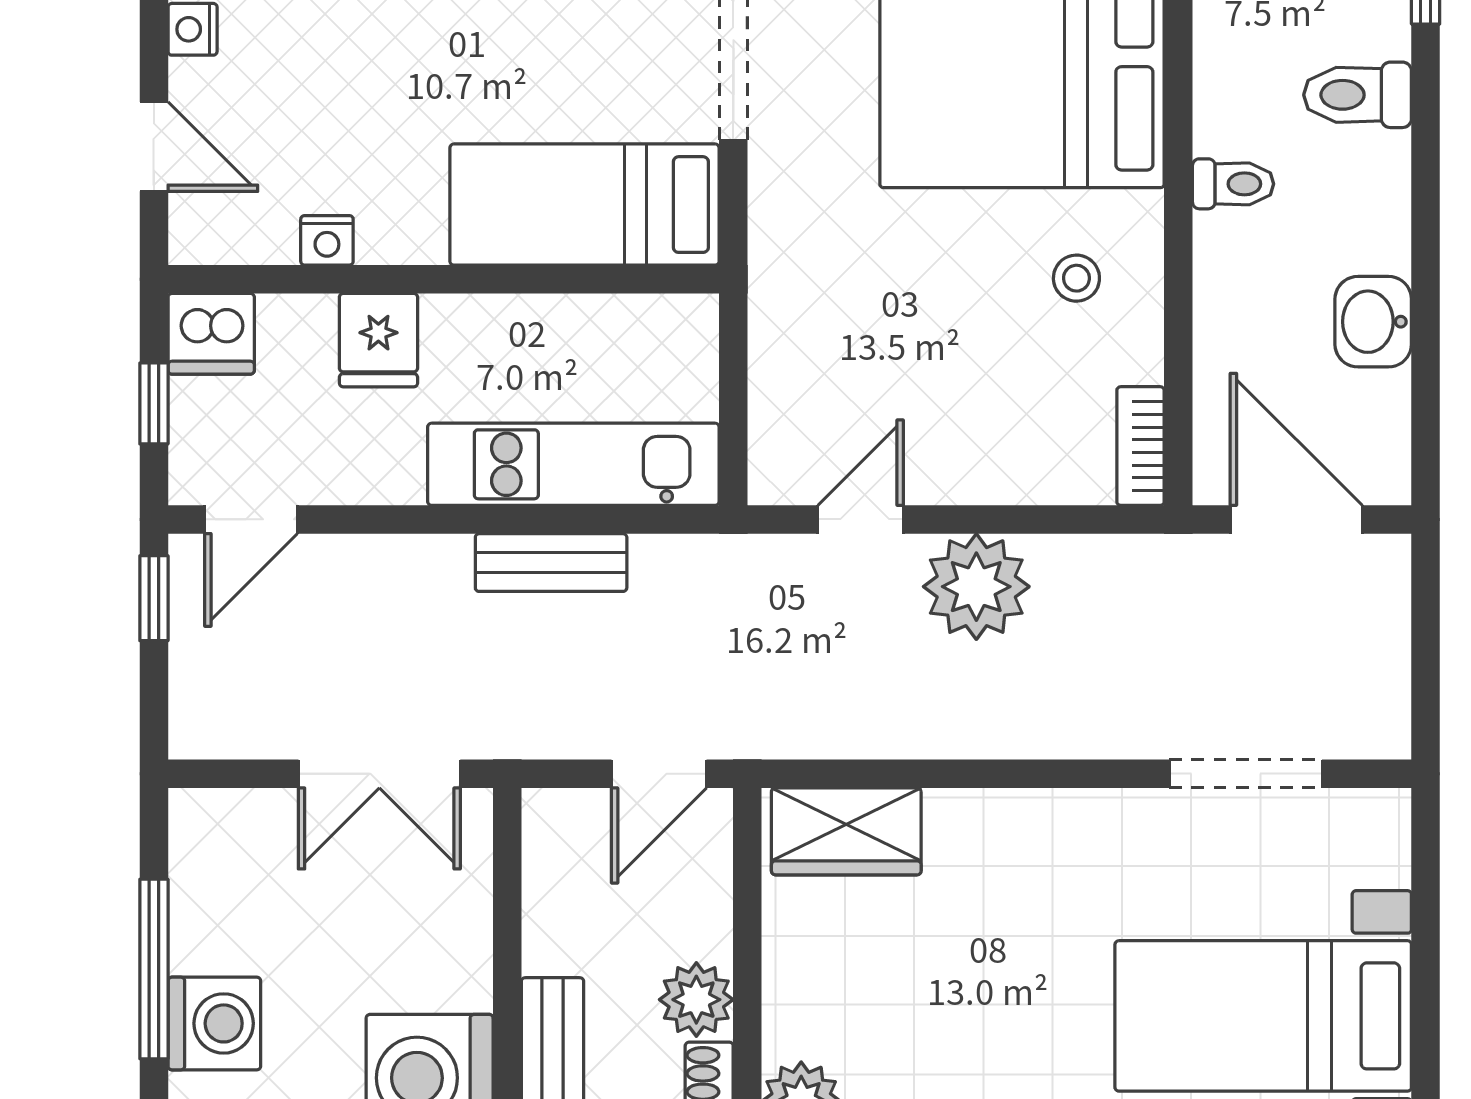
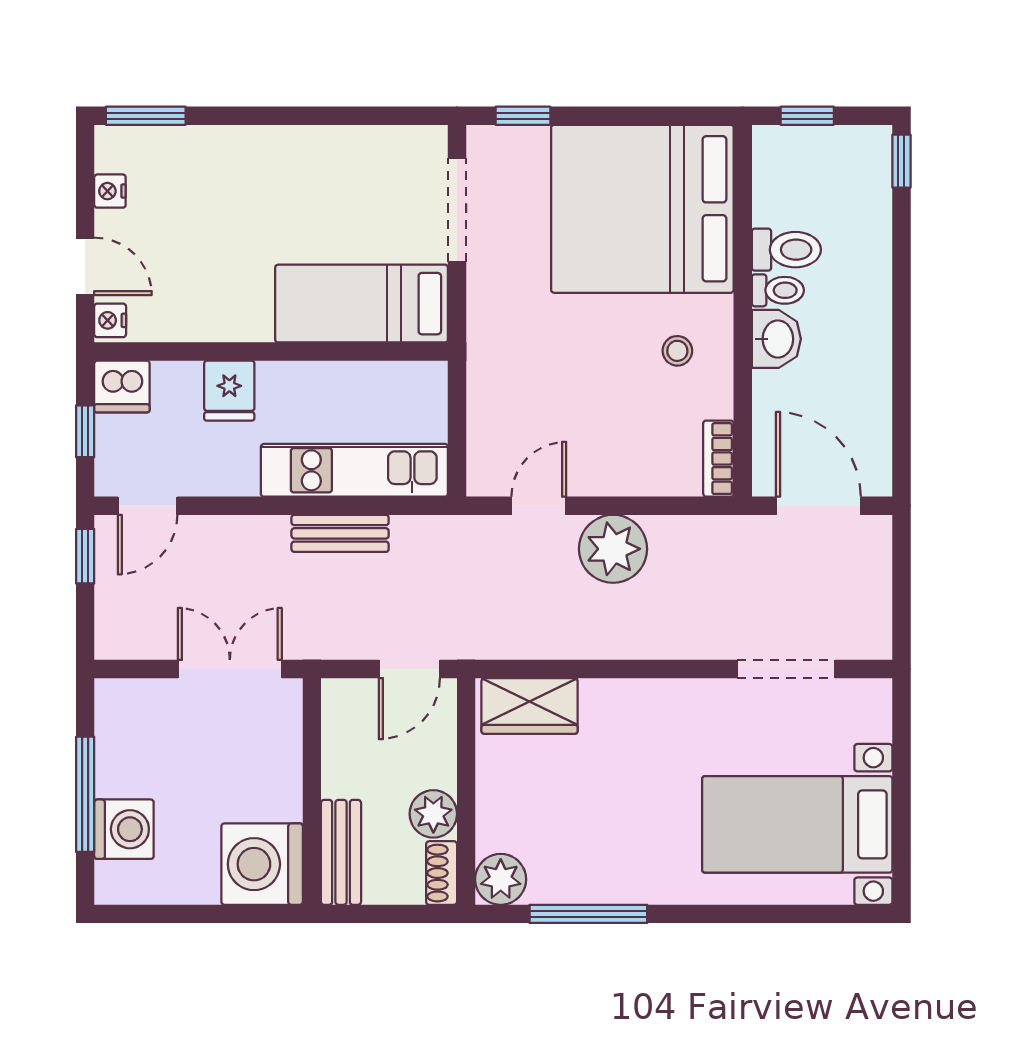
toilet: (1358, 95) -> (786, 250), moved, turned 180
nightstand: (327, 240) -> (110, 320), moved, turned 90
washbasin: (1373, 322) -> (776, 339), moved, turned 180
double door: (379, 774) -> (230, 669), swing flipped

